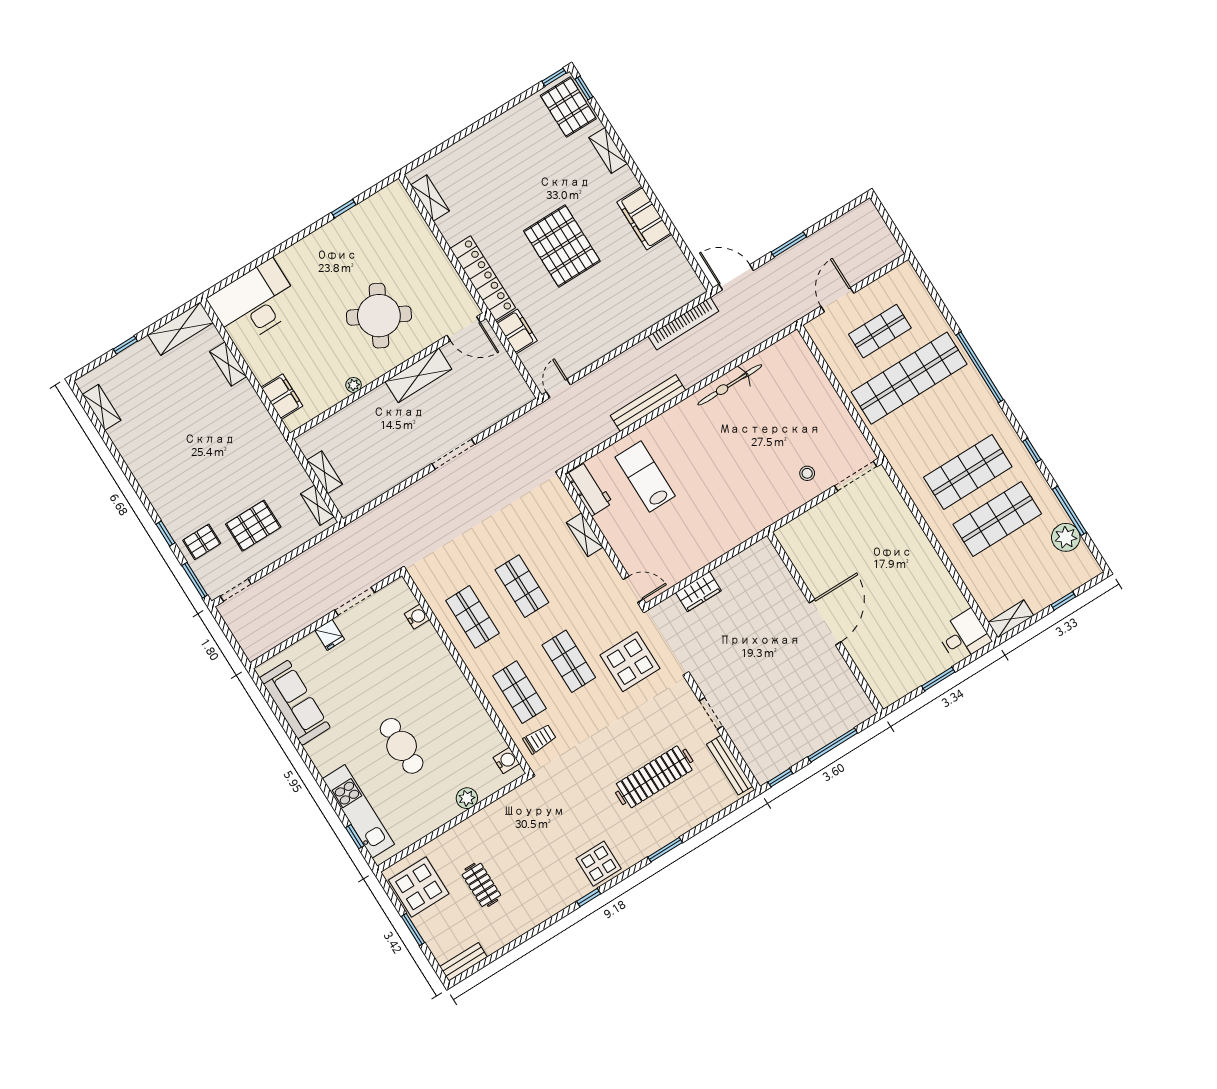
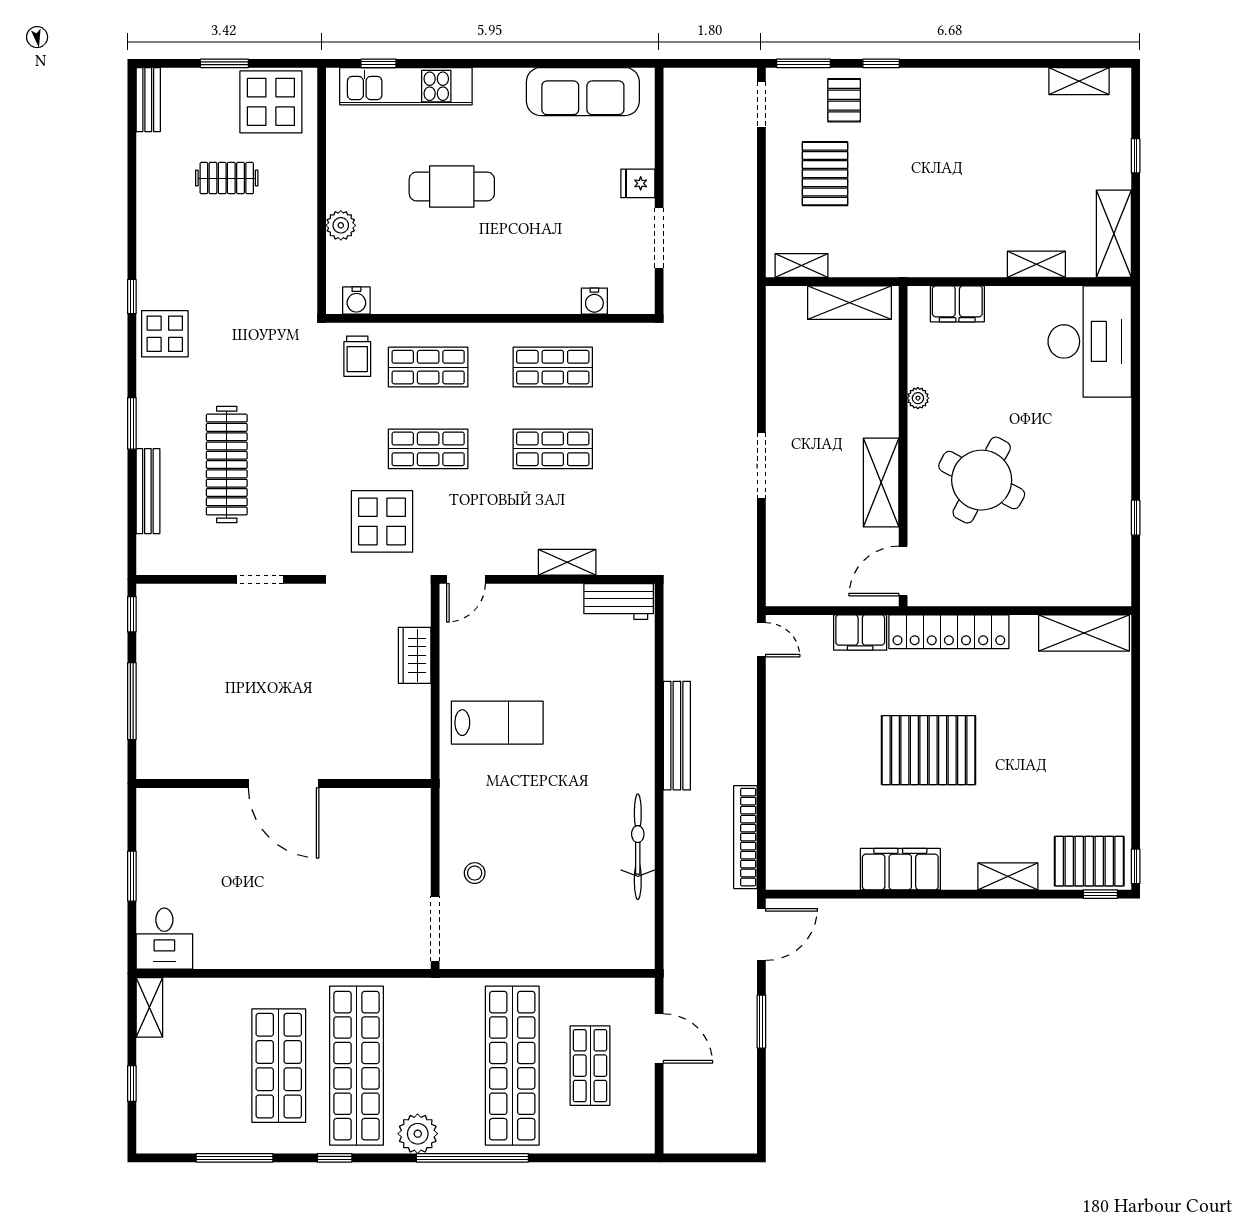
shelving: (430, 198) -> (1084, 633), width x1.50, depth x1.33
shelving: (324, 472) -> (850, 303), width x1.50, depth x1.33
shop shelf: (968, 472) -> (357, 1066), width x1.40
lab bench: (645, 476) -> (497, 723), moved
plant: (1066, 537) -> (418, 1134), moved
bench: (730, 765) -> (148, 491), moved, turned 90

